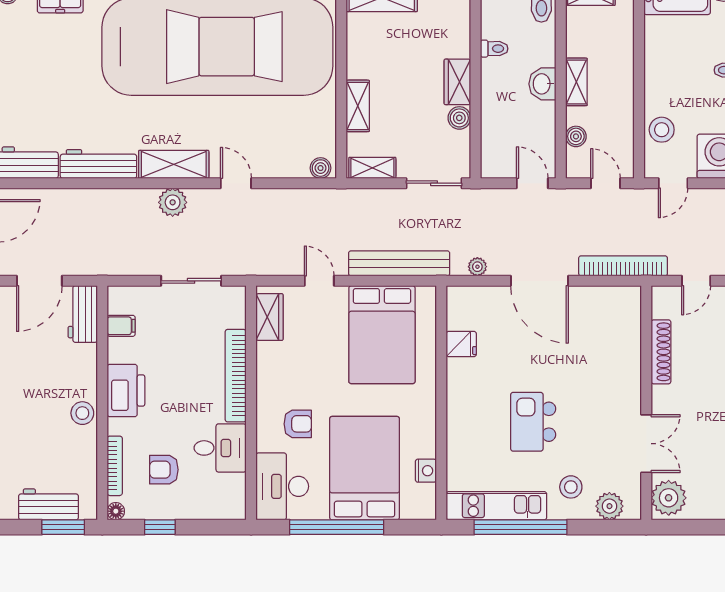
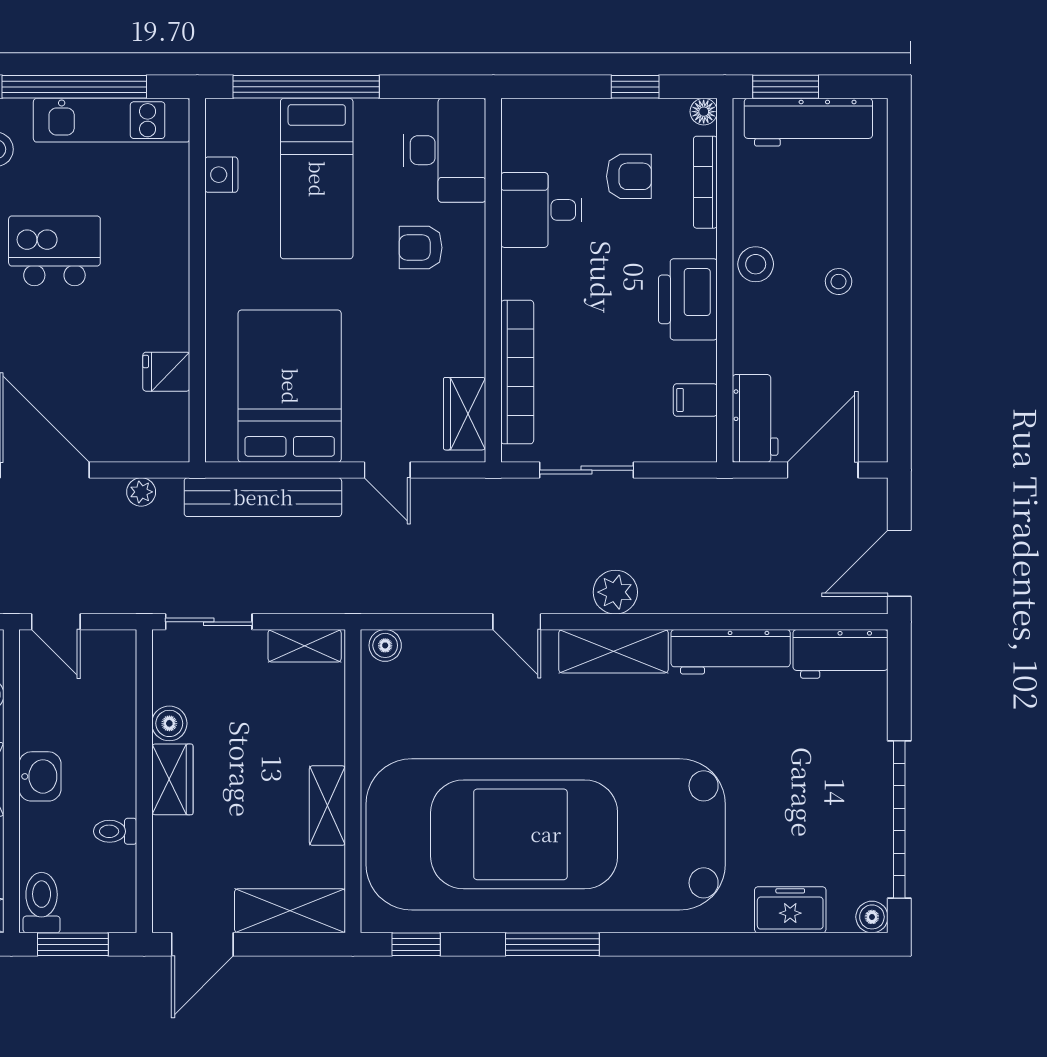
shelving: (358, 106) -> (327, 806), moved
bookcase: (236, 376) -> (517, 372), moved
stool: (29, 402) -> (839, 282), added
kitchen island: (533, 422) -> (54, 251), turned -90
bed: (365, 468) -> (317, 179), width x0.67
workbench: (48, 504) -> (808, 122), width x1.38
window: (337, 527) -> (306, 87), moved

